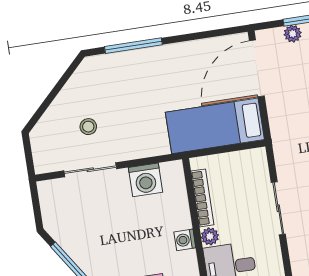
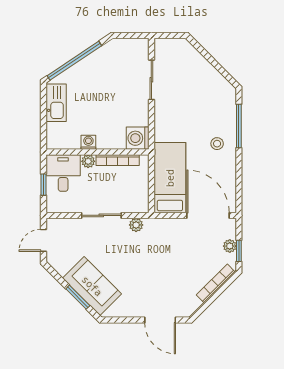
stool: (88, 127) -> (217, 144), moved
plant: (284, 161) -> (136, 225), added
washing machine: (145, 180) -> (138, 138), moved

